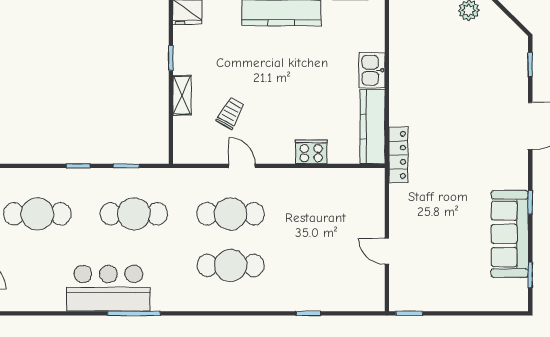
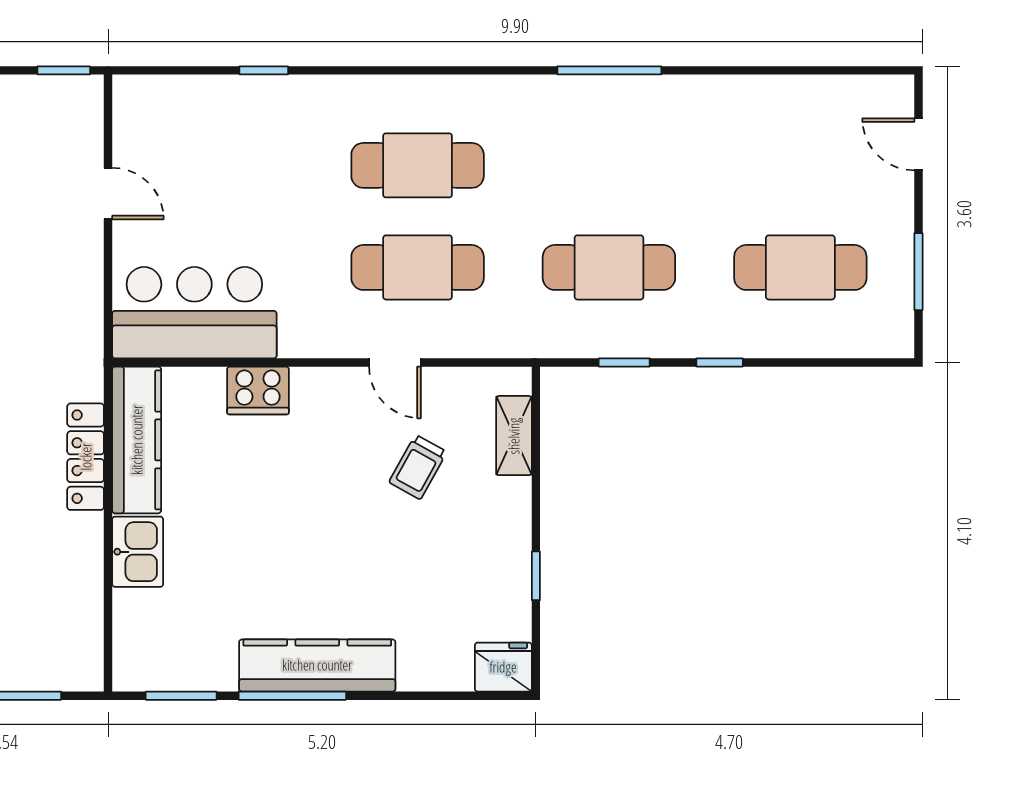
shelving: (182, 95) -> (514, 436), moved
locker: (398, 155) -> (86, 457), moved
bar counter: (108, 288) -> (194, 313), moved, turned 180

